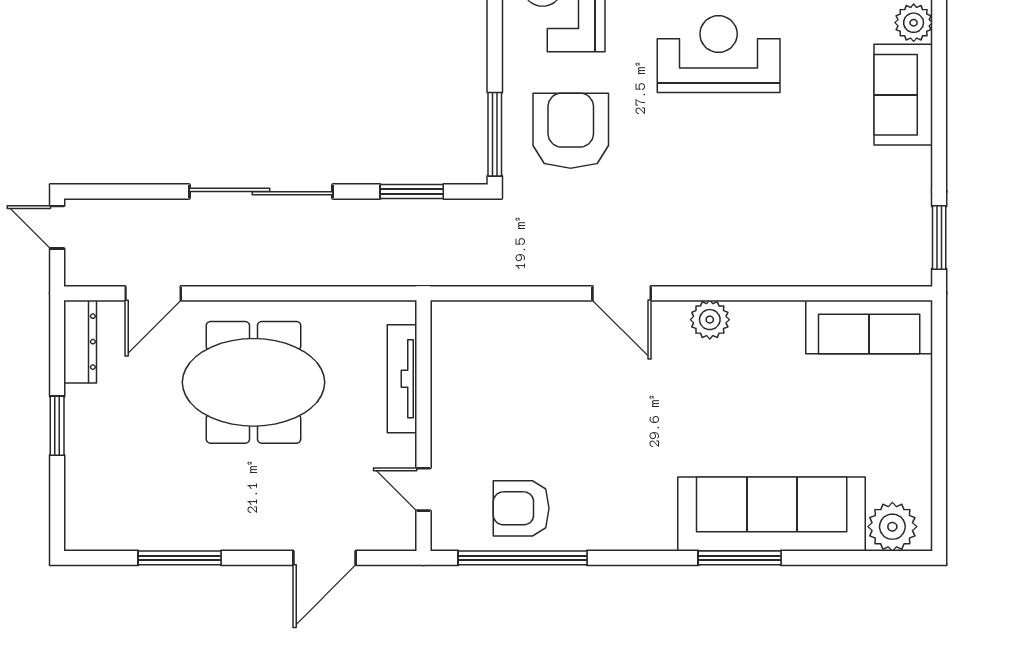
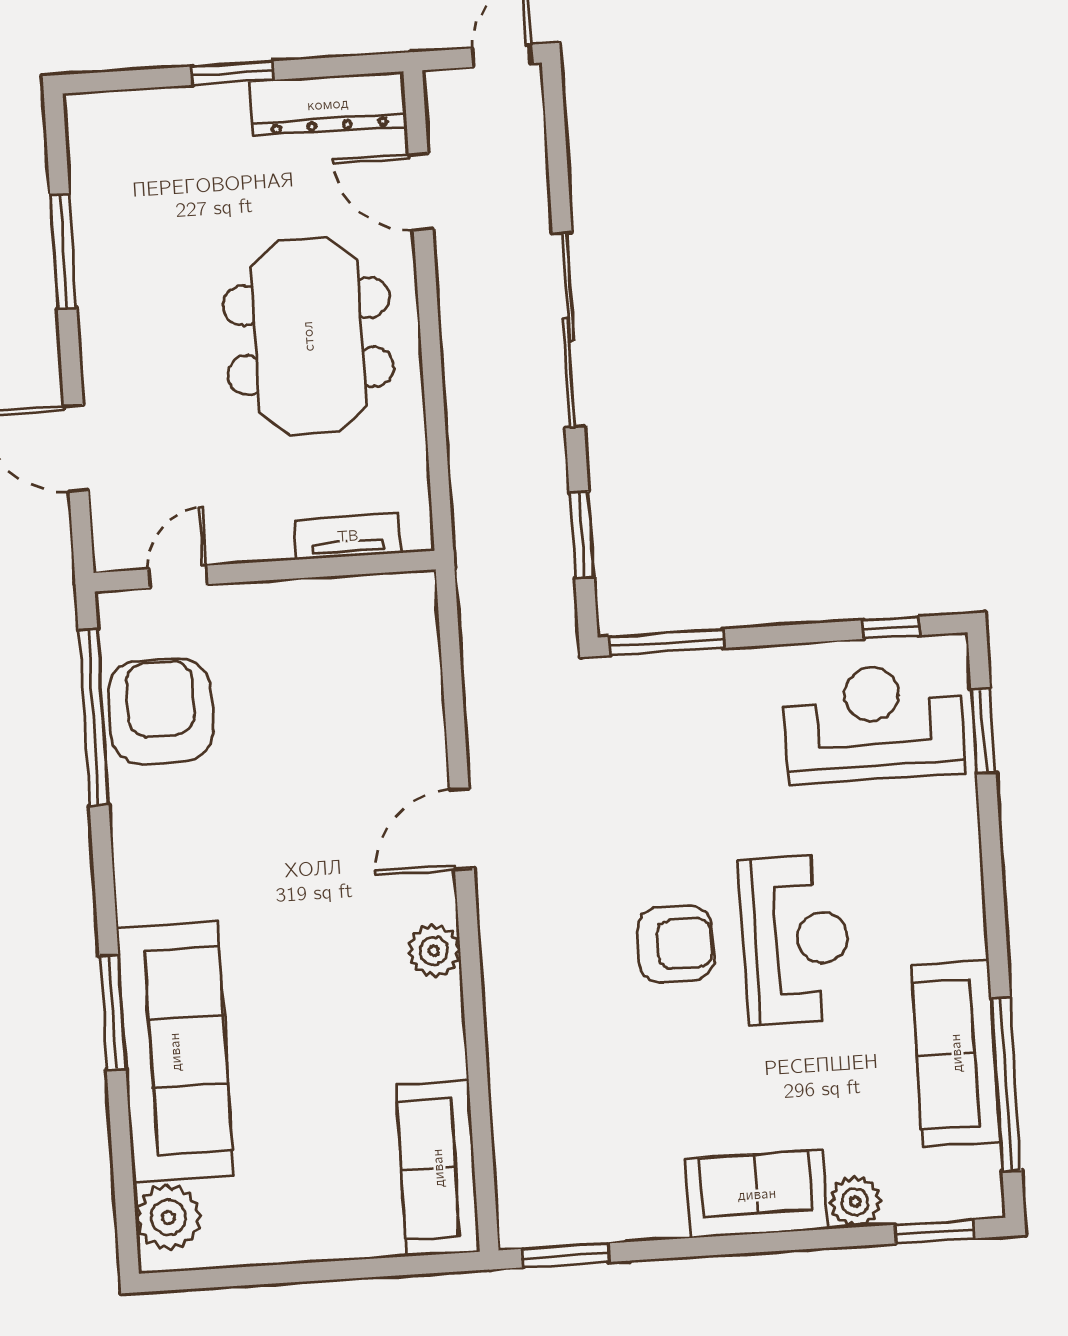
armchair: (571, 131) -> (676, 944), moved, width x0.73, depth x0.73
dresser: (80, 342) -> (328, 104), width x1.37, depth x1.24
tv unit: (402, 379) -> (348, 536), width x0.71
armchair: (521, 508) -> (161, 711), width x1.36, depth x1.36

